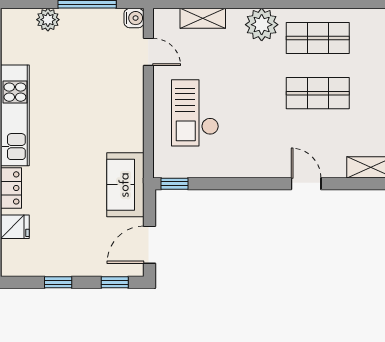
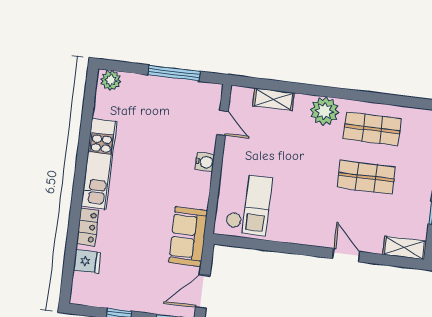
water cooler: (134, 18) -> (205, 162), moved
plant: (48, 20) -> (111, 80), moved
checkout: (195, 113) -> (249, 205), moved, turned 180
window: (174, 184) -> (231, 241), removed

